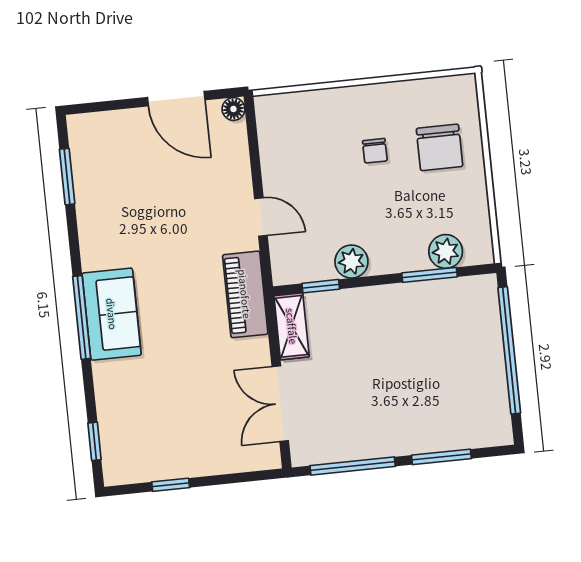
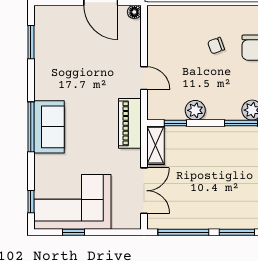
chair: (375, 151) -> (216, 46), turned 70
double door: (280, 404) -> (144, 191), swing flipped
corner sofa: (163, 435) -> (72, 202), added

